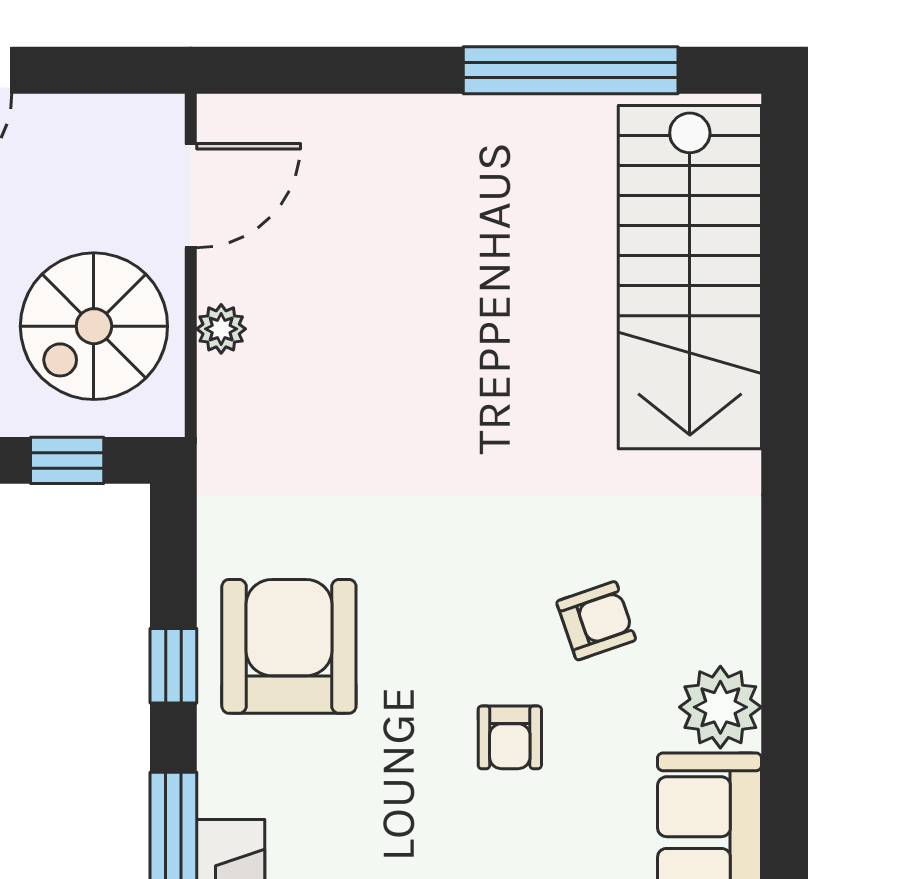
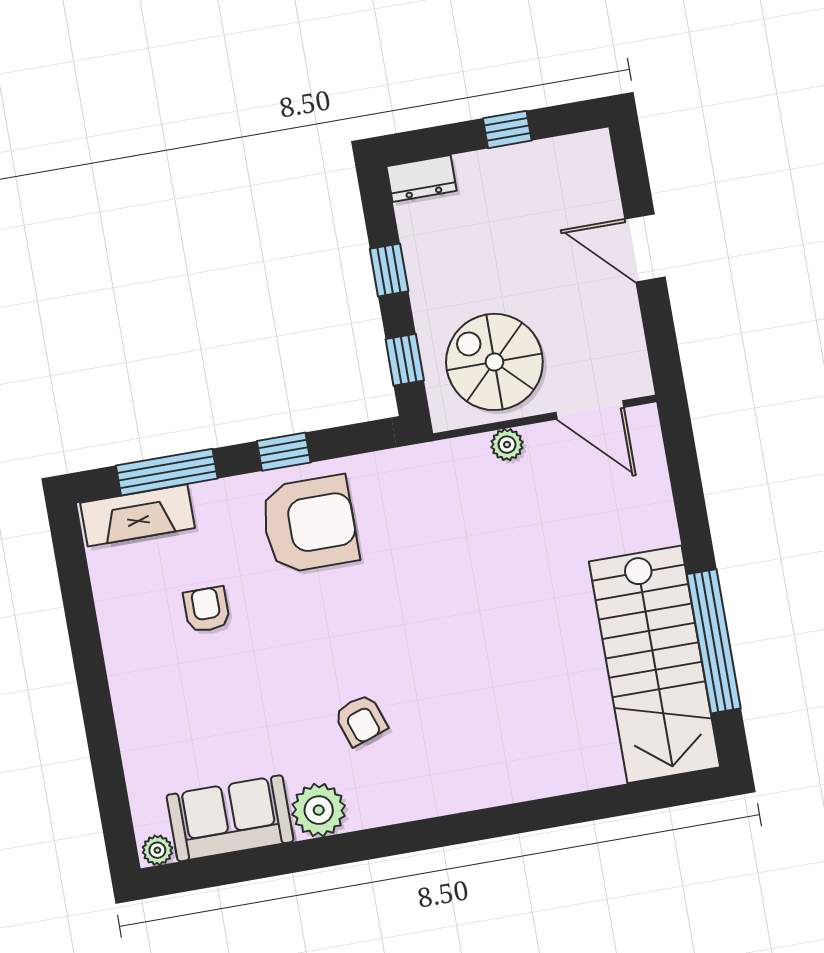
stairs: (690, 277) -> (655, 664), moved, turned -90
armchair: (510, 737) -> (207, 610), moved, turned 90

